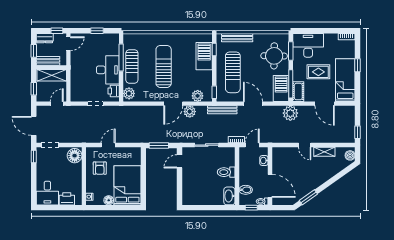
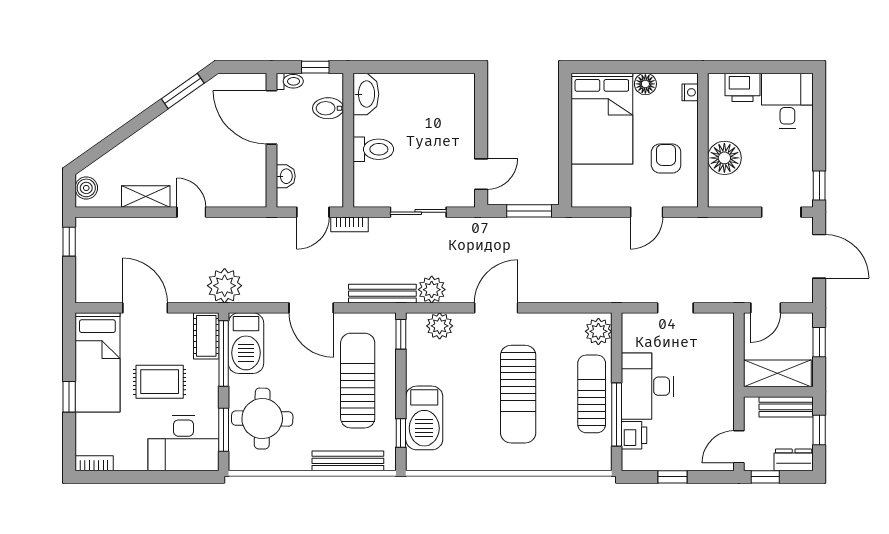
printer: (114, 91) -> (634, 435), moved
plant: (190, 112) -> (432, 290), moved
floor lamp: (75, 156) -> (724, 158), moved

